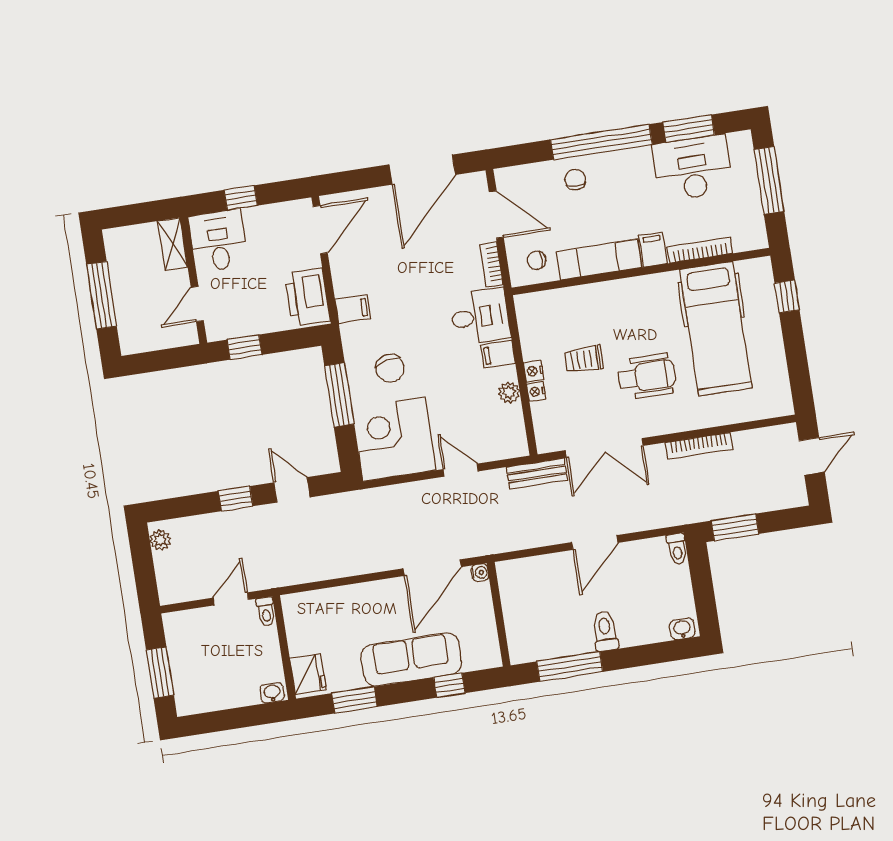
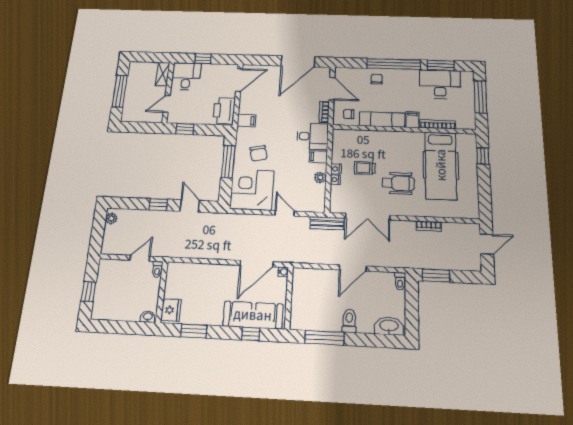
bookcase: (699, 446) -> (429, 226), width x0.64
washbasin: (682, 629) -> (389, 326), width x1.91, depth x1.45
sofa: (411, 660) -> (253, 315), moved
window: (160, 673) -> (89, 292), width x0.67

